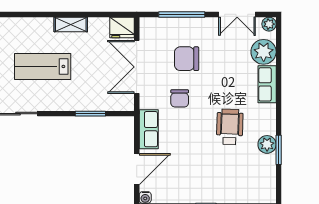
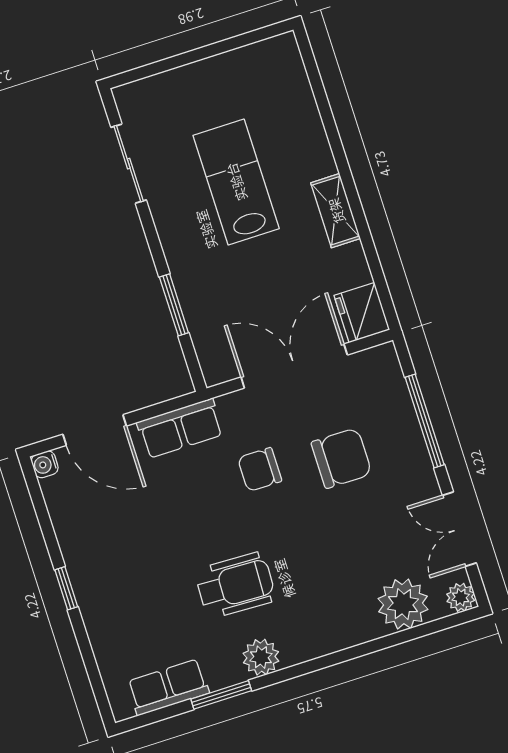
chair: (187, 59) -> (341, 458), turned 90
row of seats: (267, 84) -> (168, 687), moved
plant: (267, 144) -> (261, 657), moved

